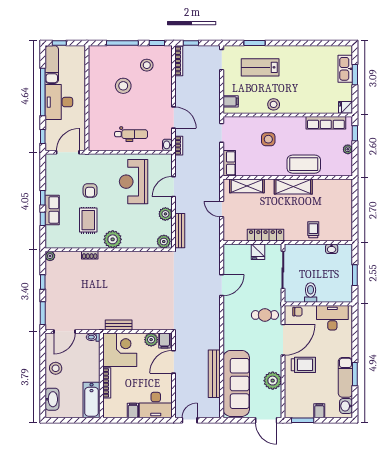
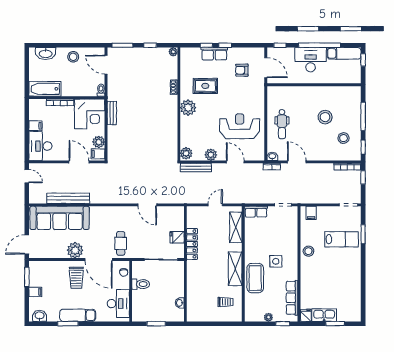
lab bench: (260, 67) -> (341, 239), turned 90
kitchen sink: (345, 69) -> (324, 315), moved
door: (174, 118) -> (297, 162), swing flipped
side table: (268, 139) -> (276, 261), moved
armchair: (90, 190) -> (242, 70), moved
trolley: (313, 230) -> (226, 302), moved
exam couch: (345, 377) -> (78, 315), moved
plant: (273, 381) -> (75, 250), moved

